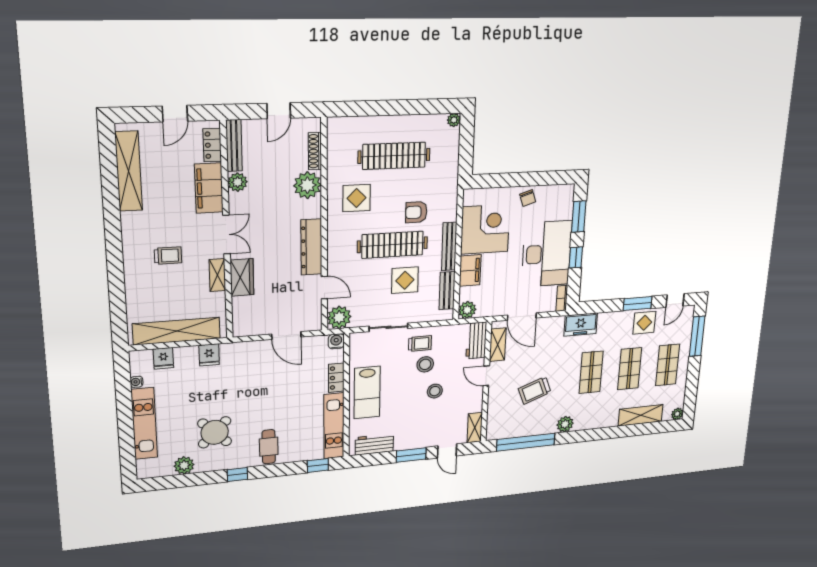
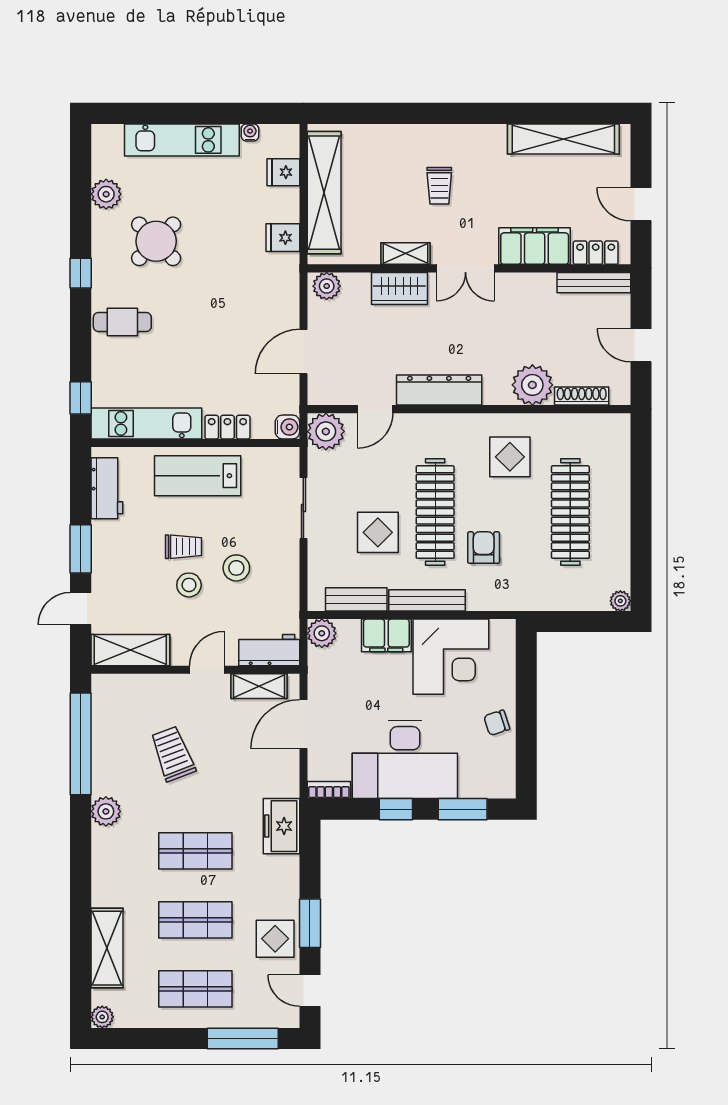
plant: (238, 182) -> (327, 286), moved
trolley: (420, 343) -> (184, 547), moved, turned -90
shelving: (475, 428) -> (130, 650), width x1.50, depth x1.33

